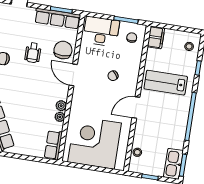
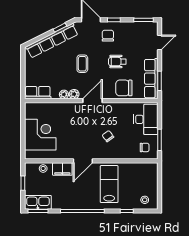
filing cabinet: (156, 37) -> (62, 169), moved
chair: (63, 50) -> (124, 88), turned 180
door: (73, 75) -> (92, 101), moved
coffee table: (29, 91) -> (82, 64), added
door: (136, 107) -> (83, 161), swing flipped
corner desk: (94, 143) -> (40, 135), width x0.74, depth x0.74

